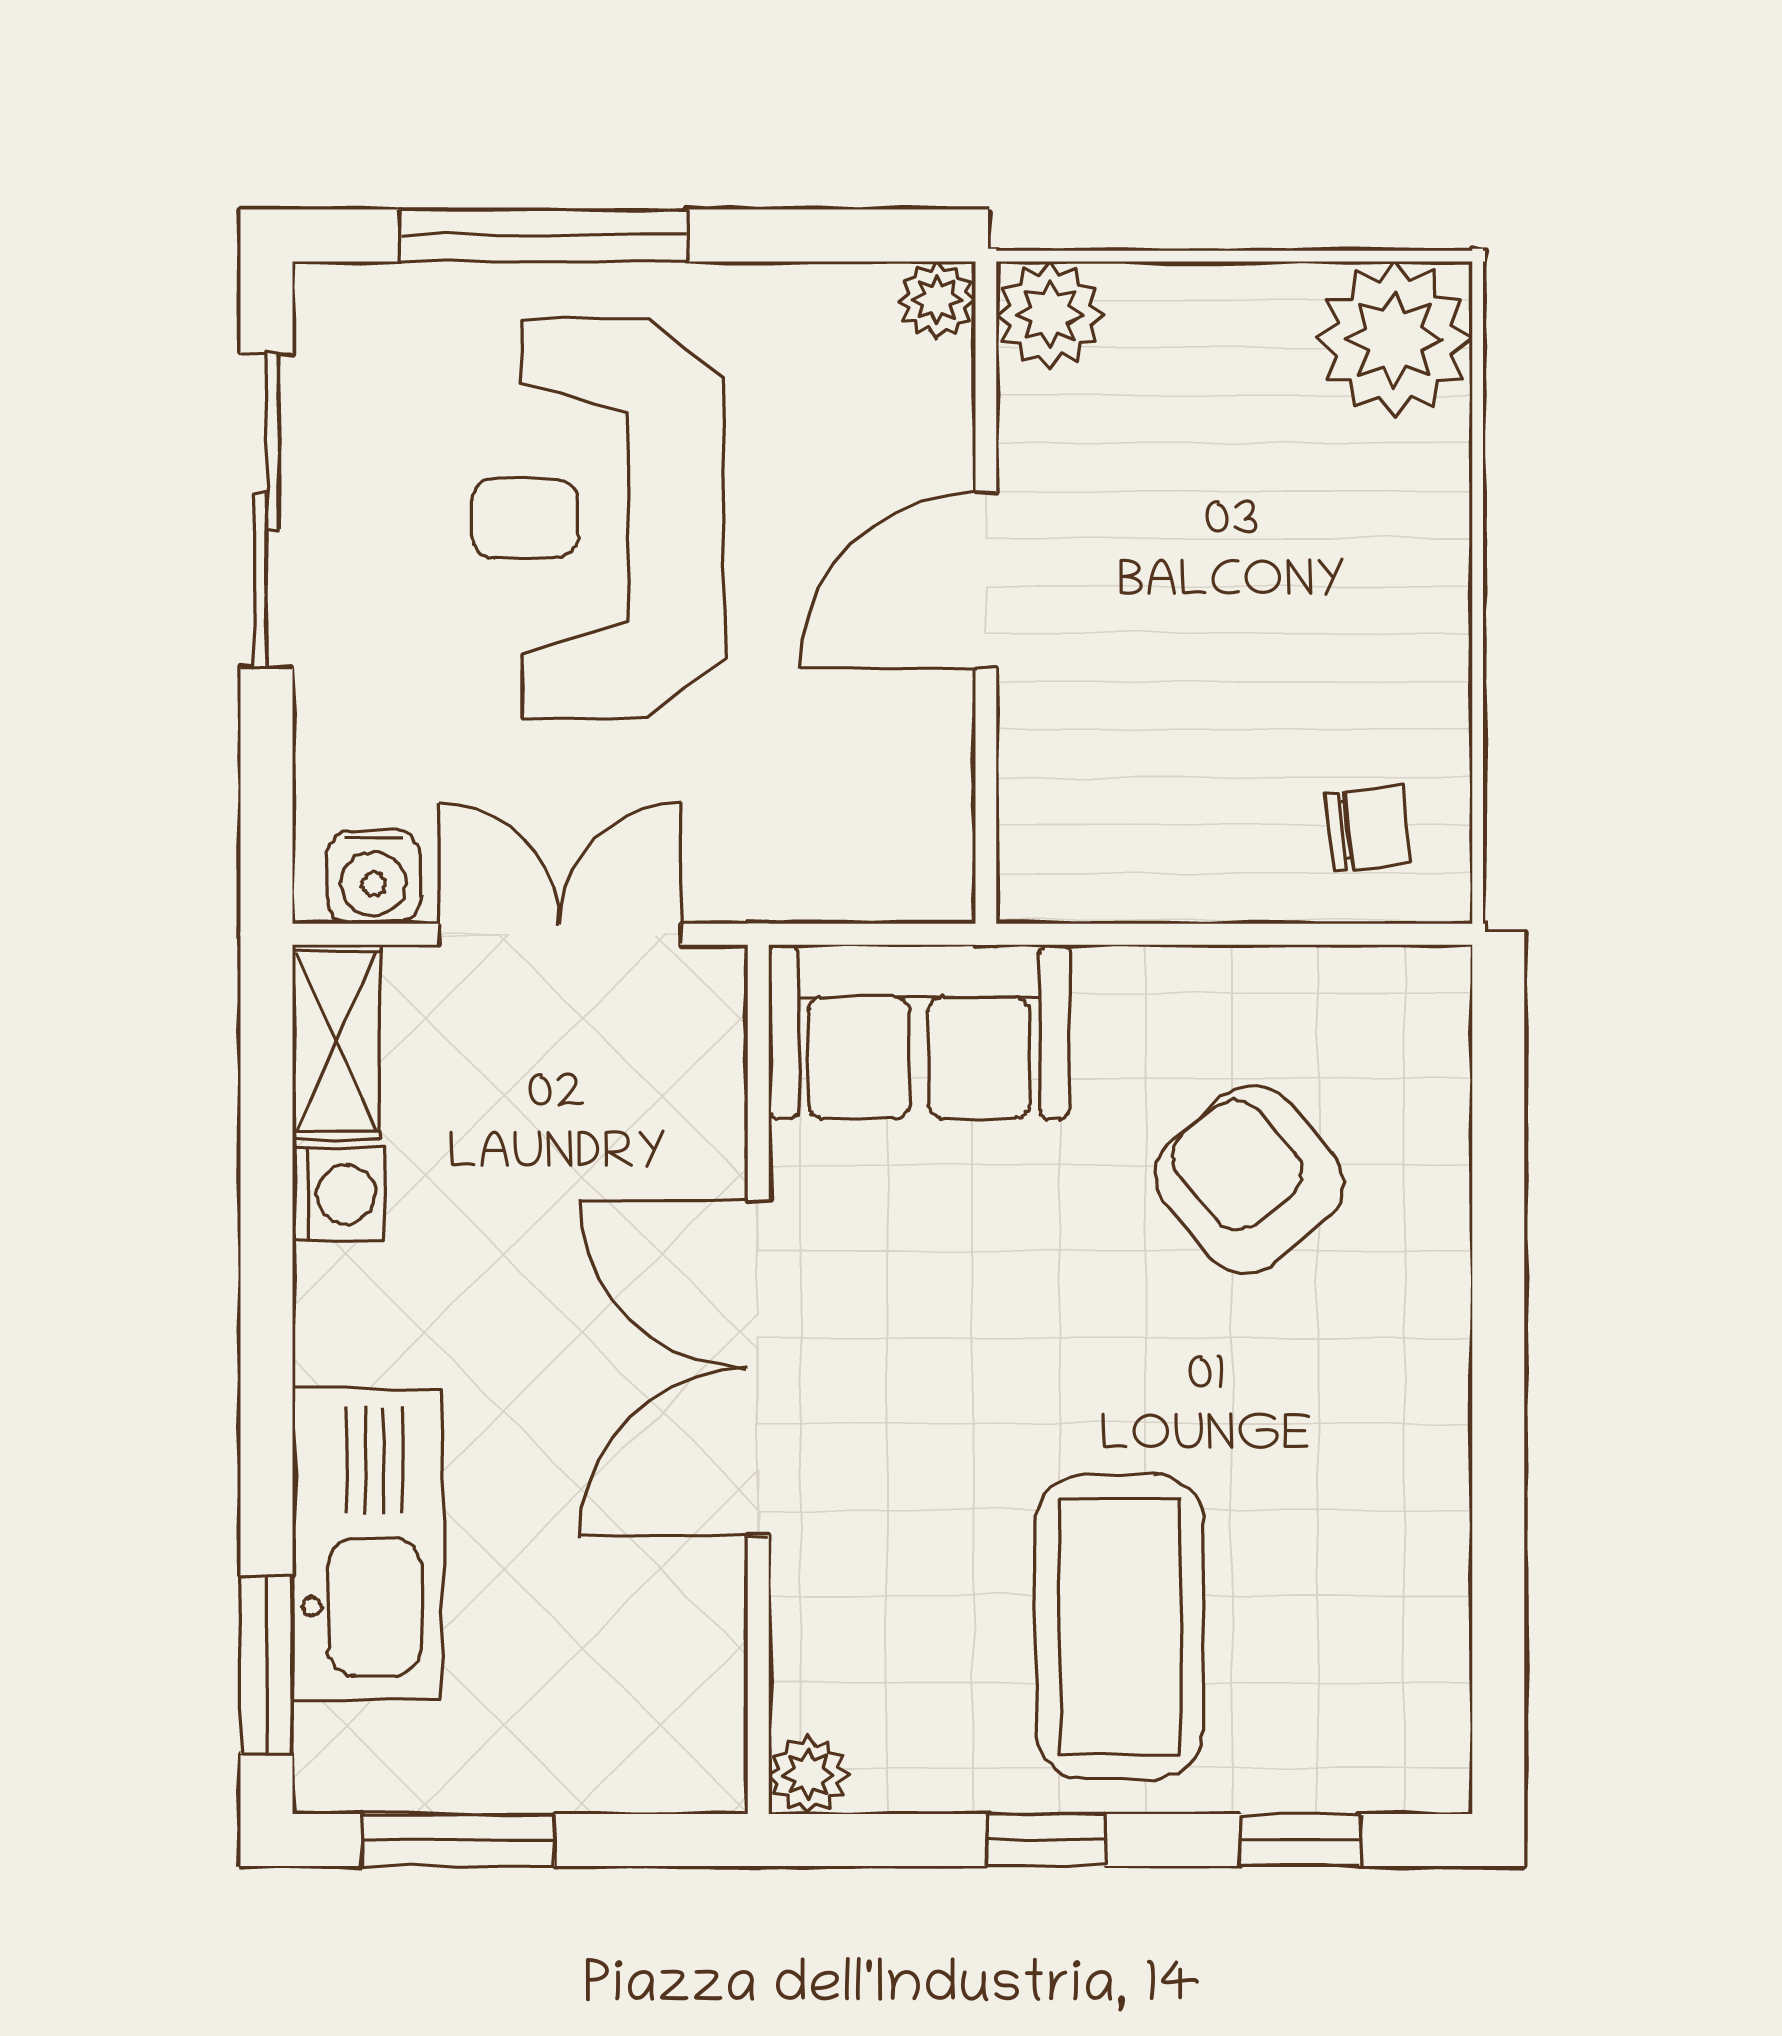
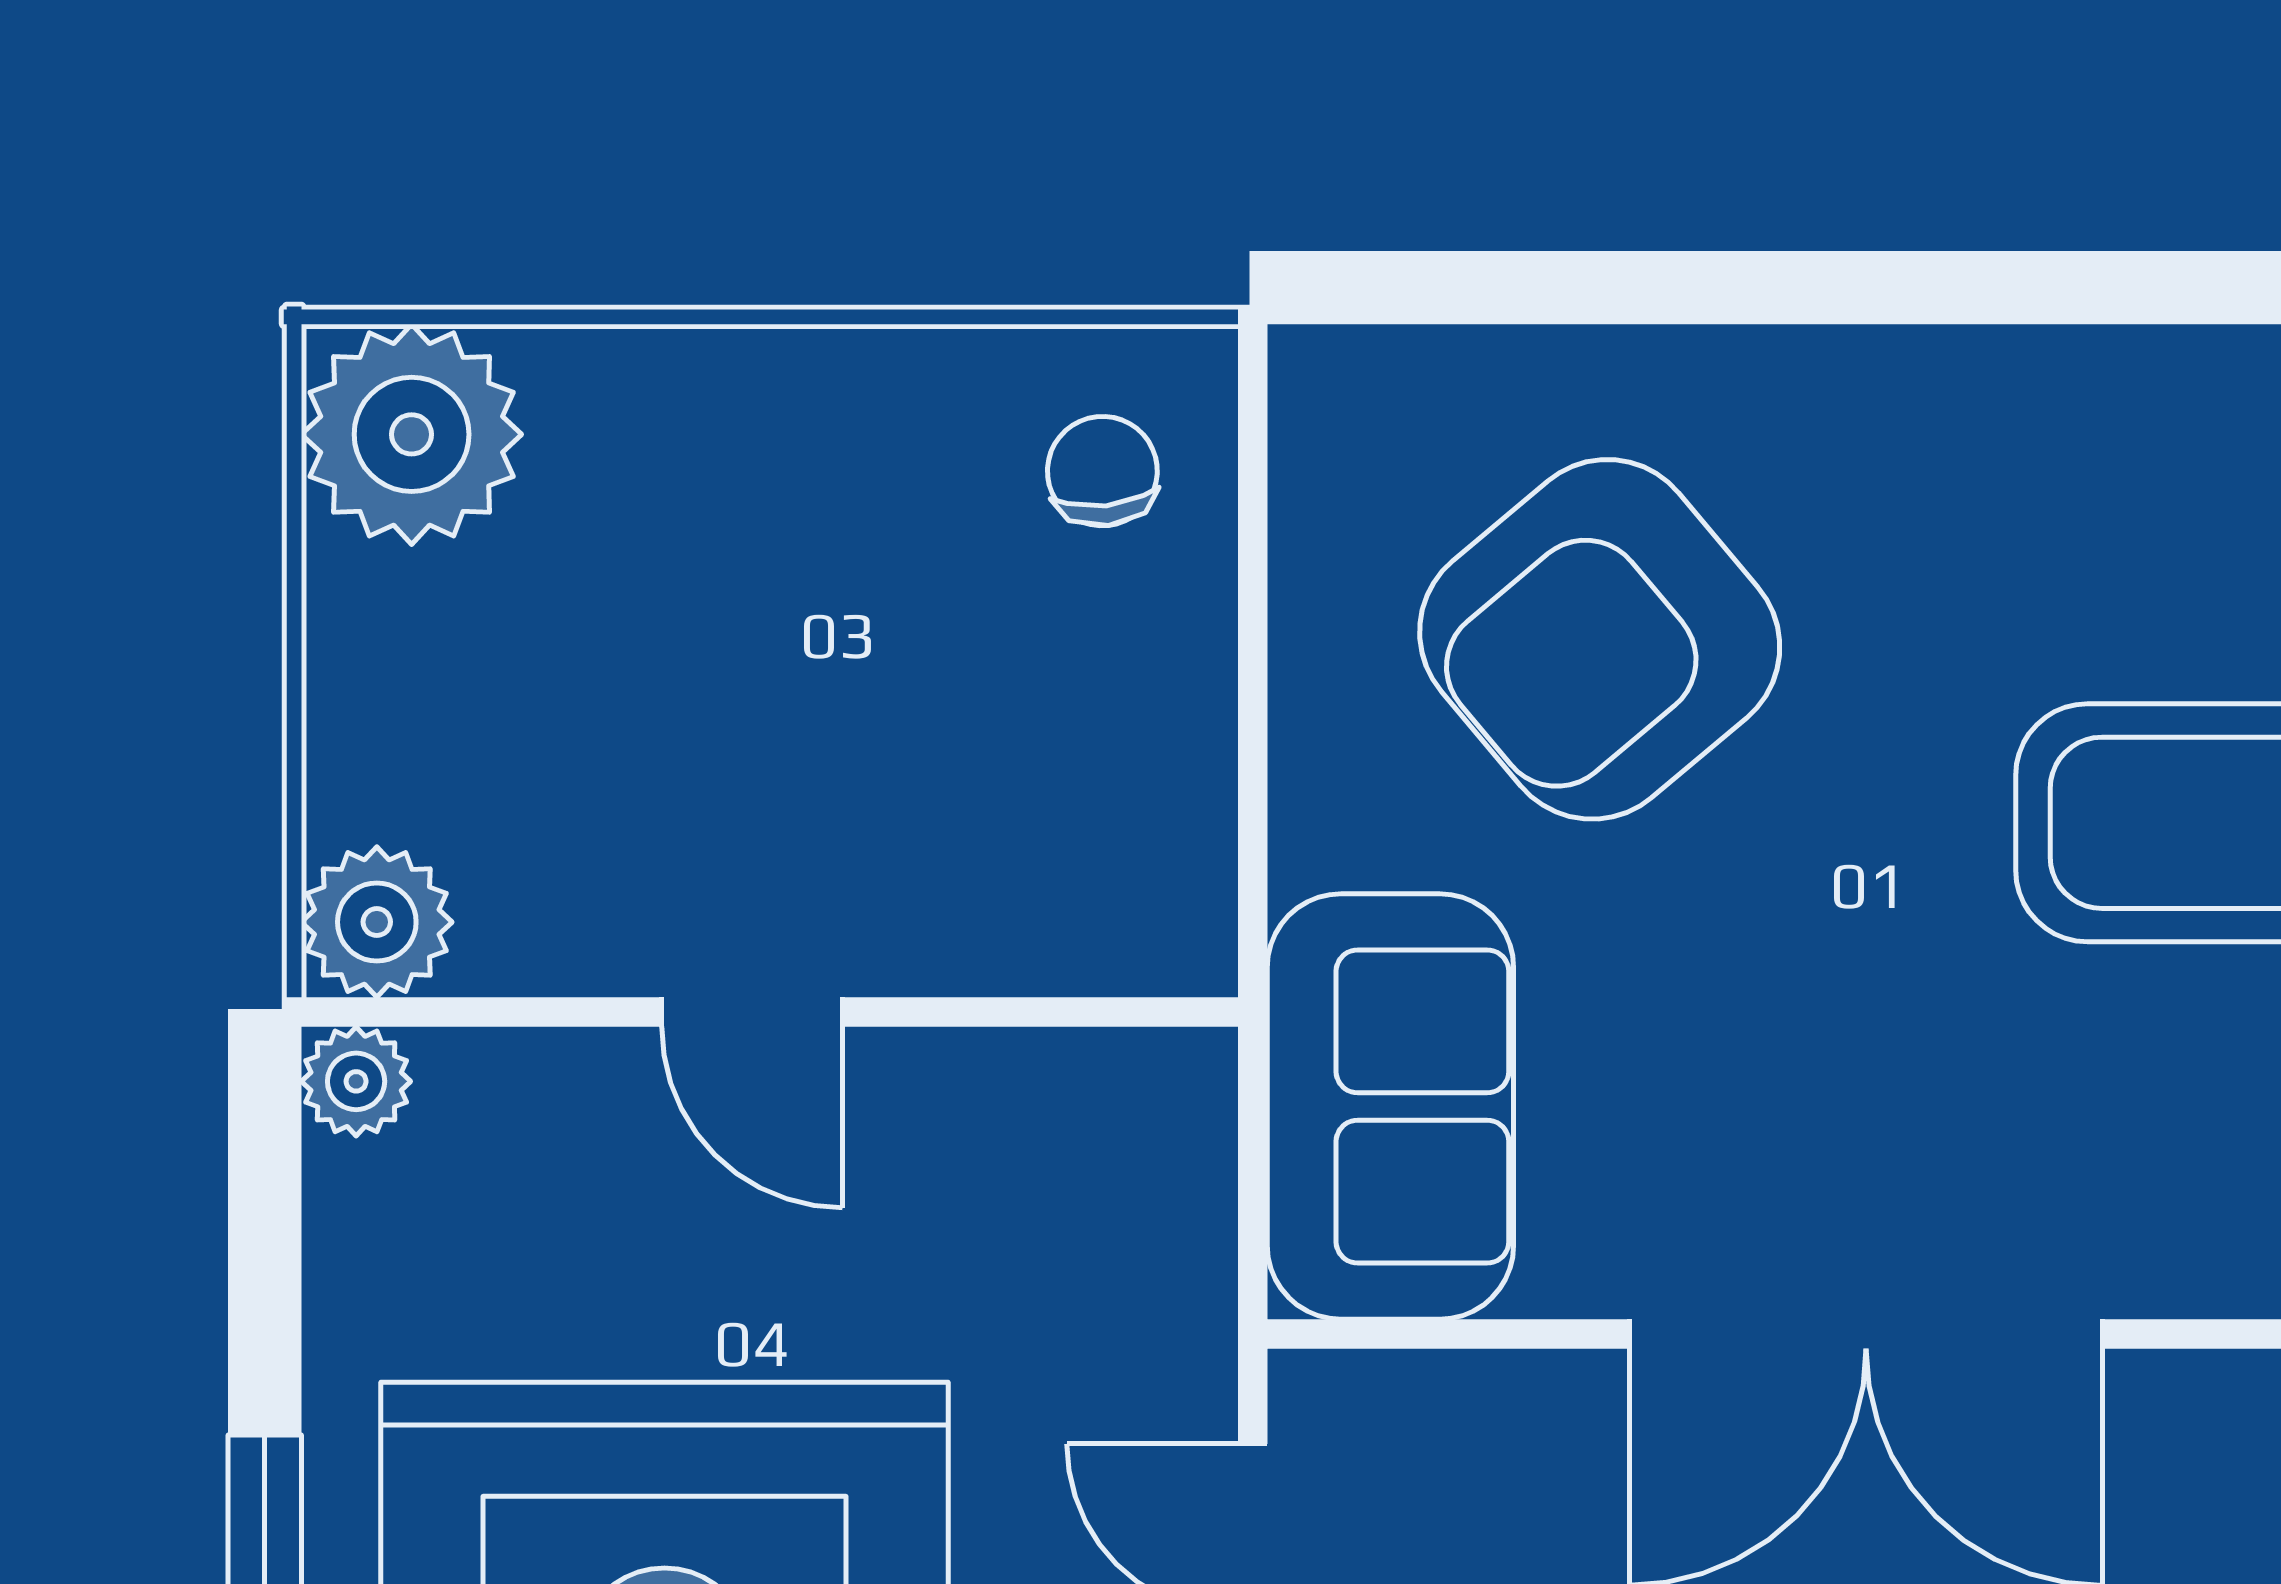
door: (986, 580) -> (752, 1012), width x0.73
armchair: (1250, 1180) -> (1600, 639), width x1.36, depth x1.36

